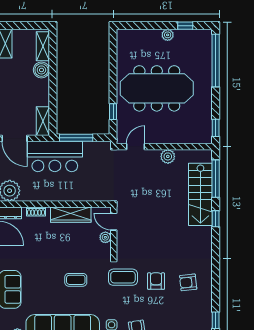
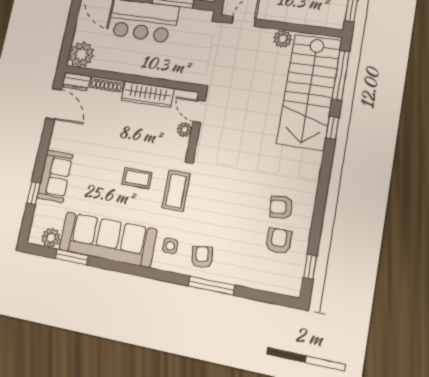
stairs: (200, 194) -> (309, 92), width x1.36, depth x1.51
shoe rack: (36, 211) -> (107, 84), width x1.43
coffee table: (123, 277) -> (176, 191), moved, turned 90
armchair: (156, 281) -> (279, 241), moved

